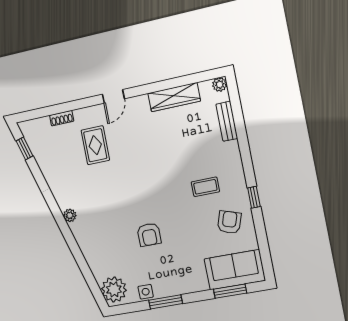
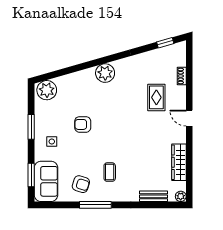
rug: (95, 145) -> (156, 97), turned 90
window: (254, 197) -> (95, 205), width x2.17
plant: (70, 215) -> (105, 73), width x1.87, depth x1.87
side table: (146, 292) -> (52, 142), moved

